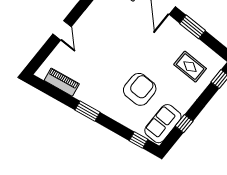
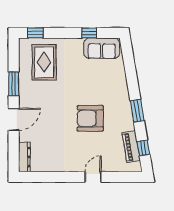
rug: (190, 67) -> (44, 62), width x1.36, depth x1.43
armchair: (140, 89) -> (90, 118), moved
window: (138, 140) -> (143, 148), moved

